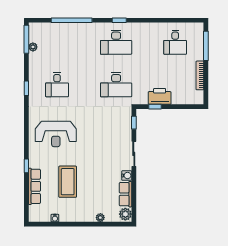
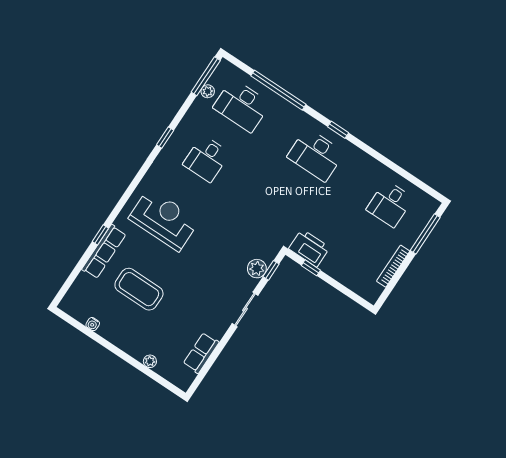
desk: (116, 85) -> (242, 105), moved
printer: (160, 96) -> (309, 248), moved
reception desk: (56, 134) -> (164, 219), turned 180
water cooler: (127, 176) -> (218, 331), removed
coffee table: (68, 182) -> (139, 289), turned 90
row of seats: (34, 186) -> (104, 252), moved
plant: (125, 214) -> (257, 269), moved

